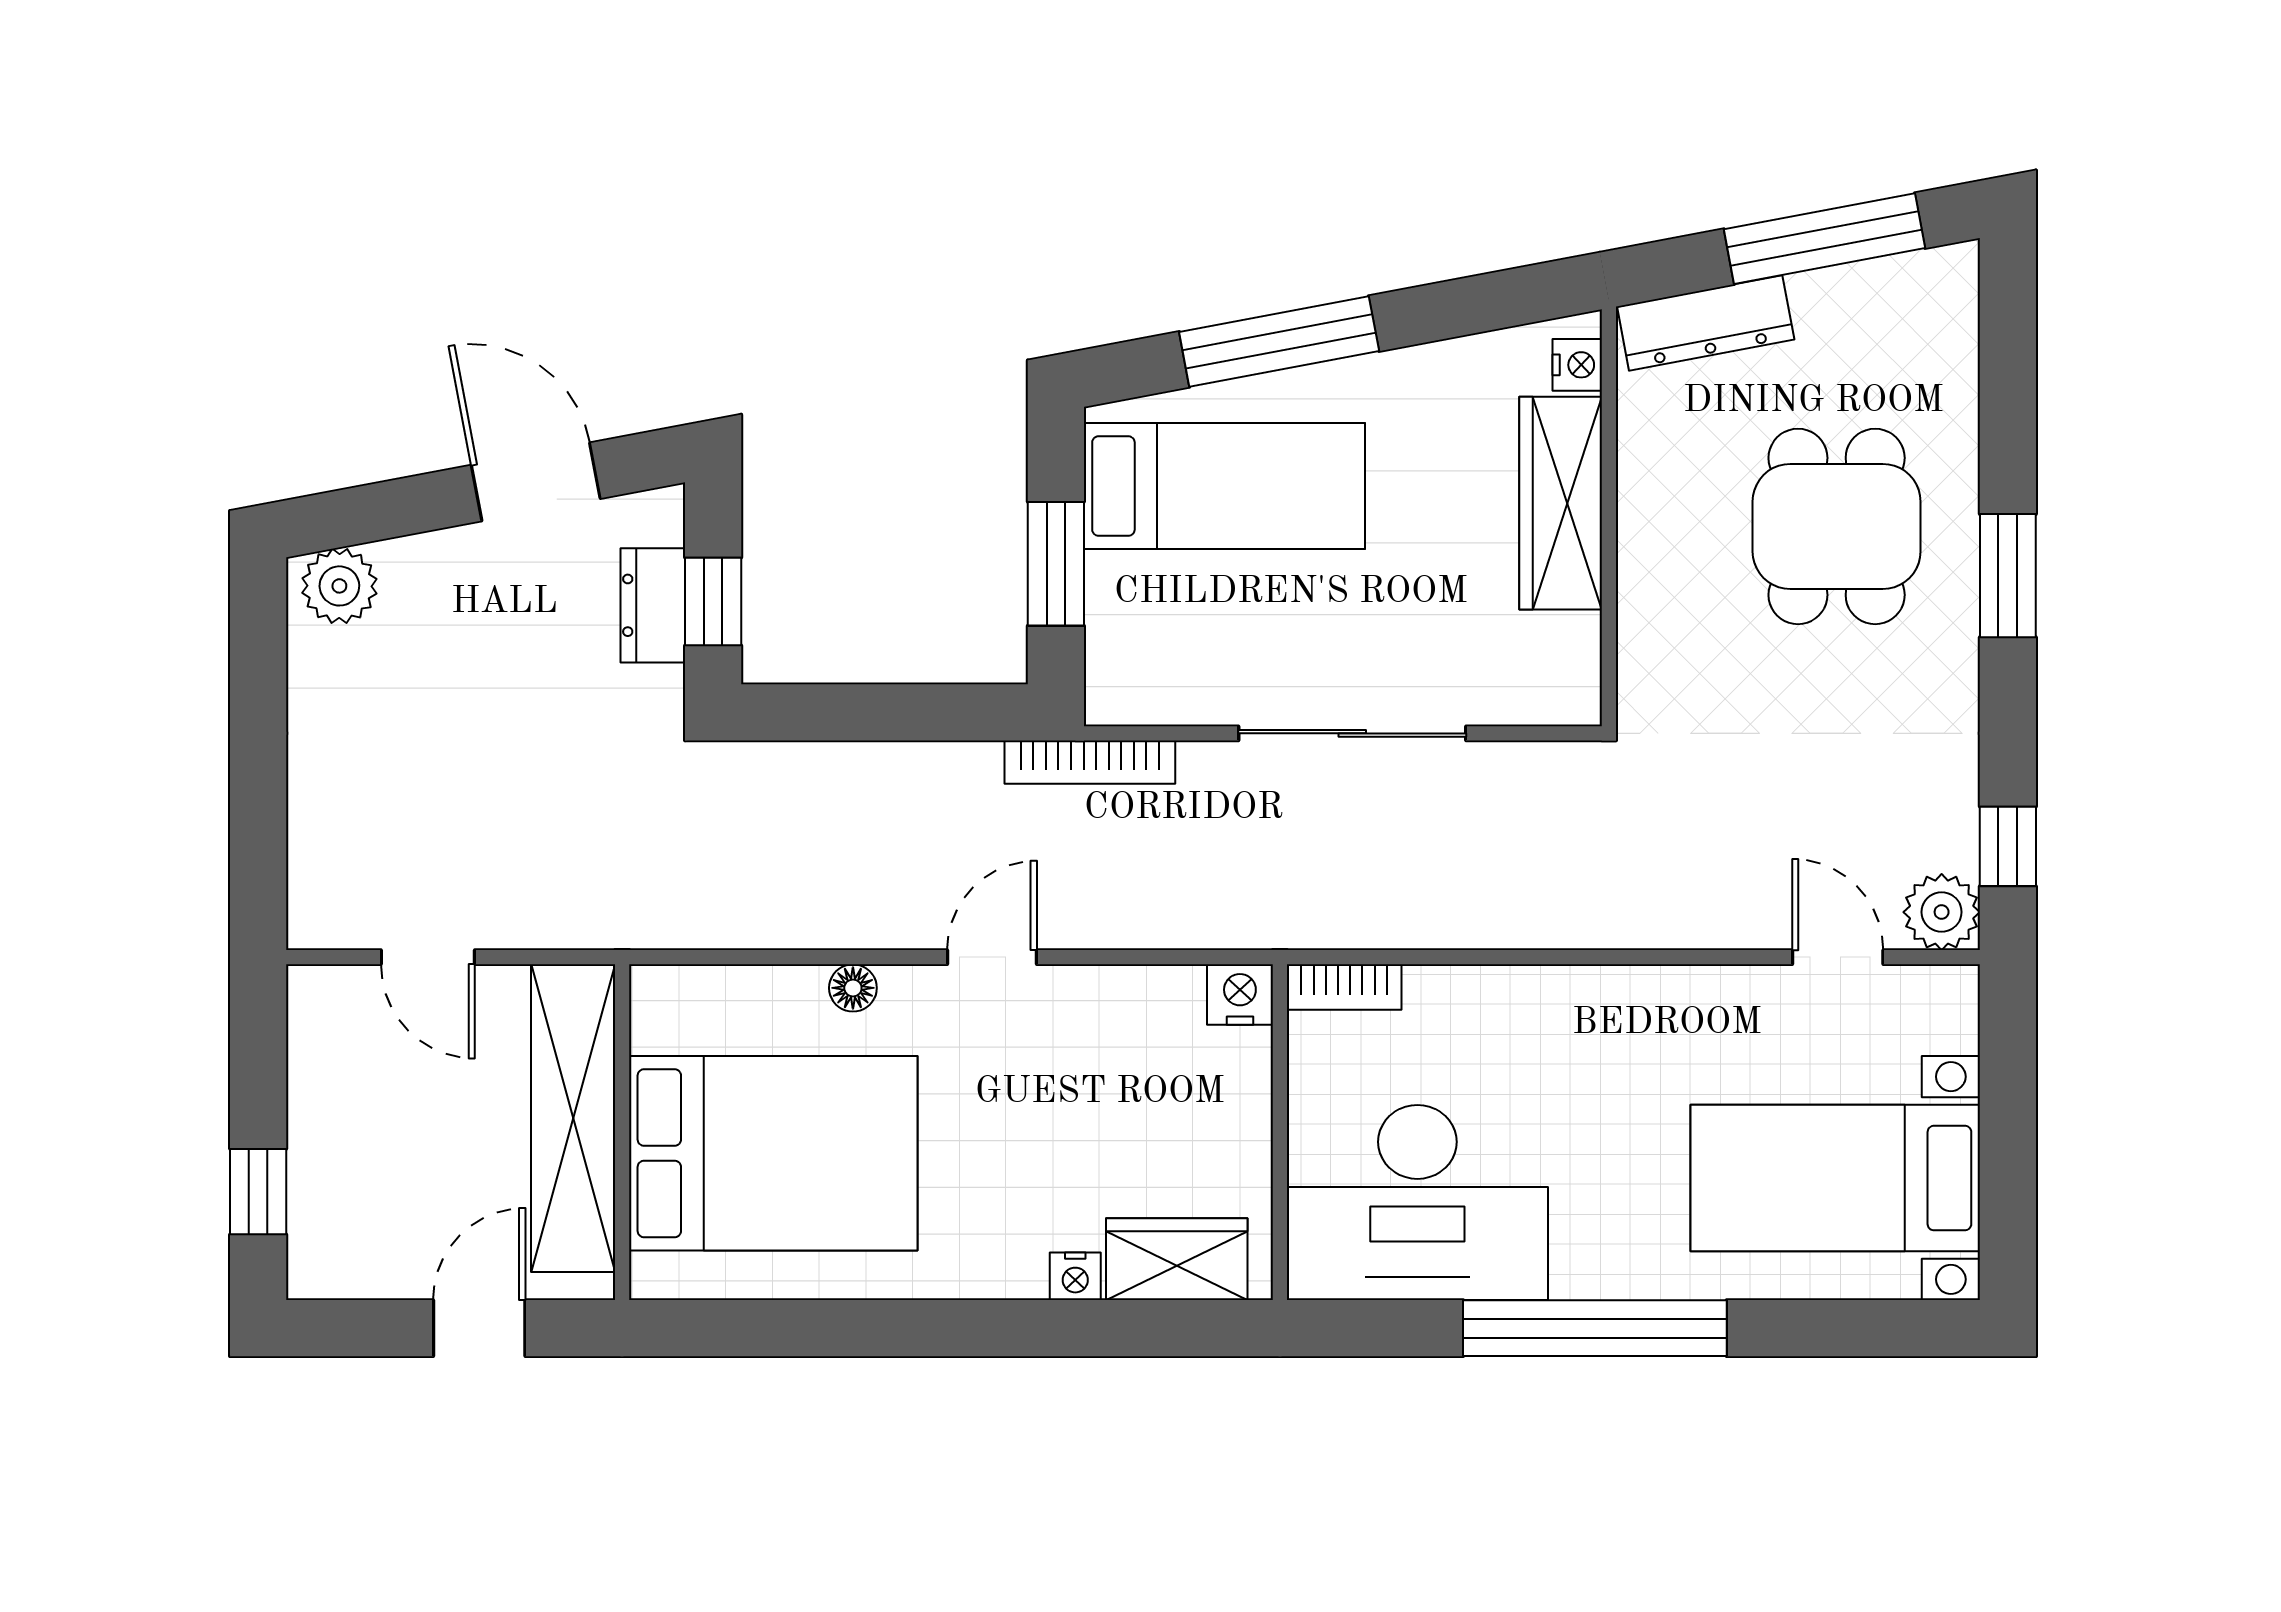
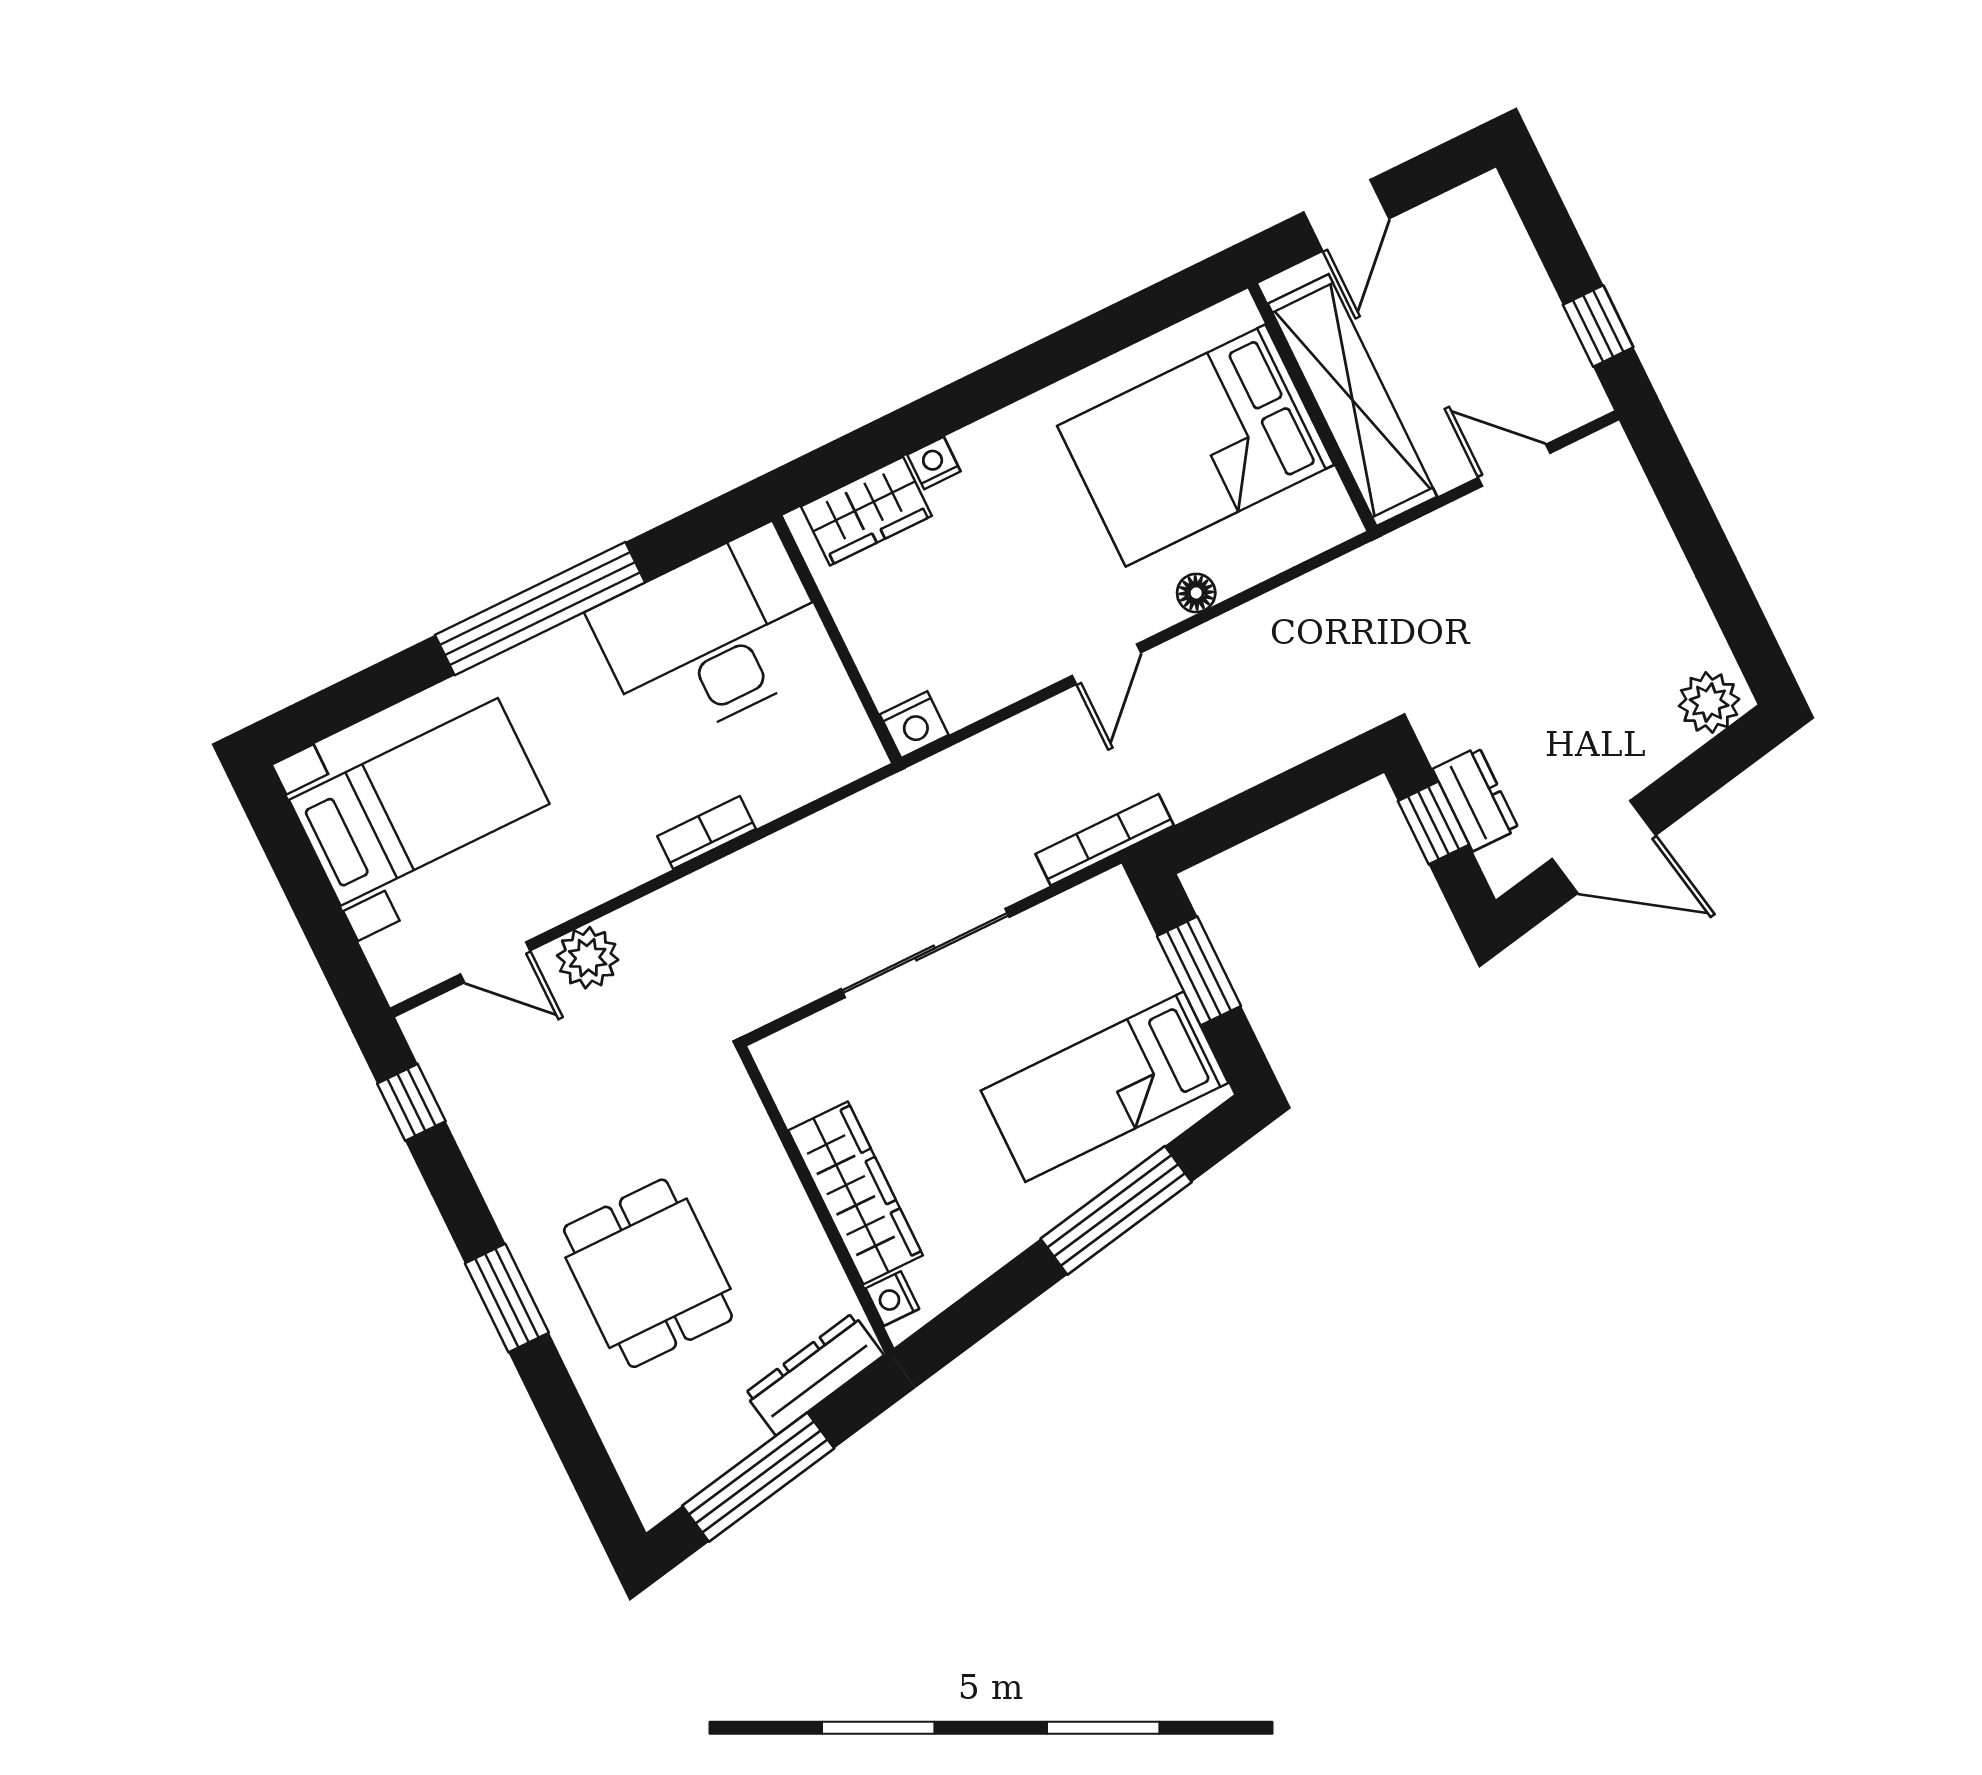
plant: (1942, 912) -> (588, 958), moved
bookcase: (1344, 987) -> (707, 833), moved
window: (258, 1192) -> (1598, 326), moved

